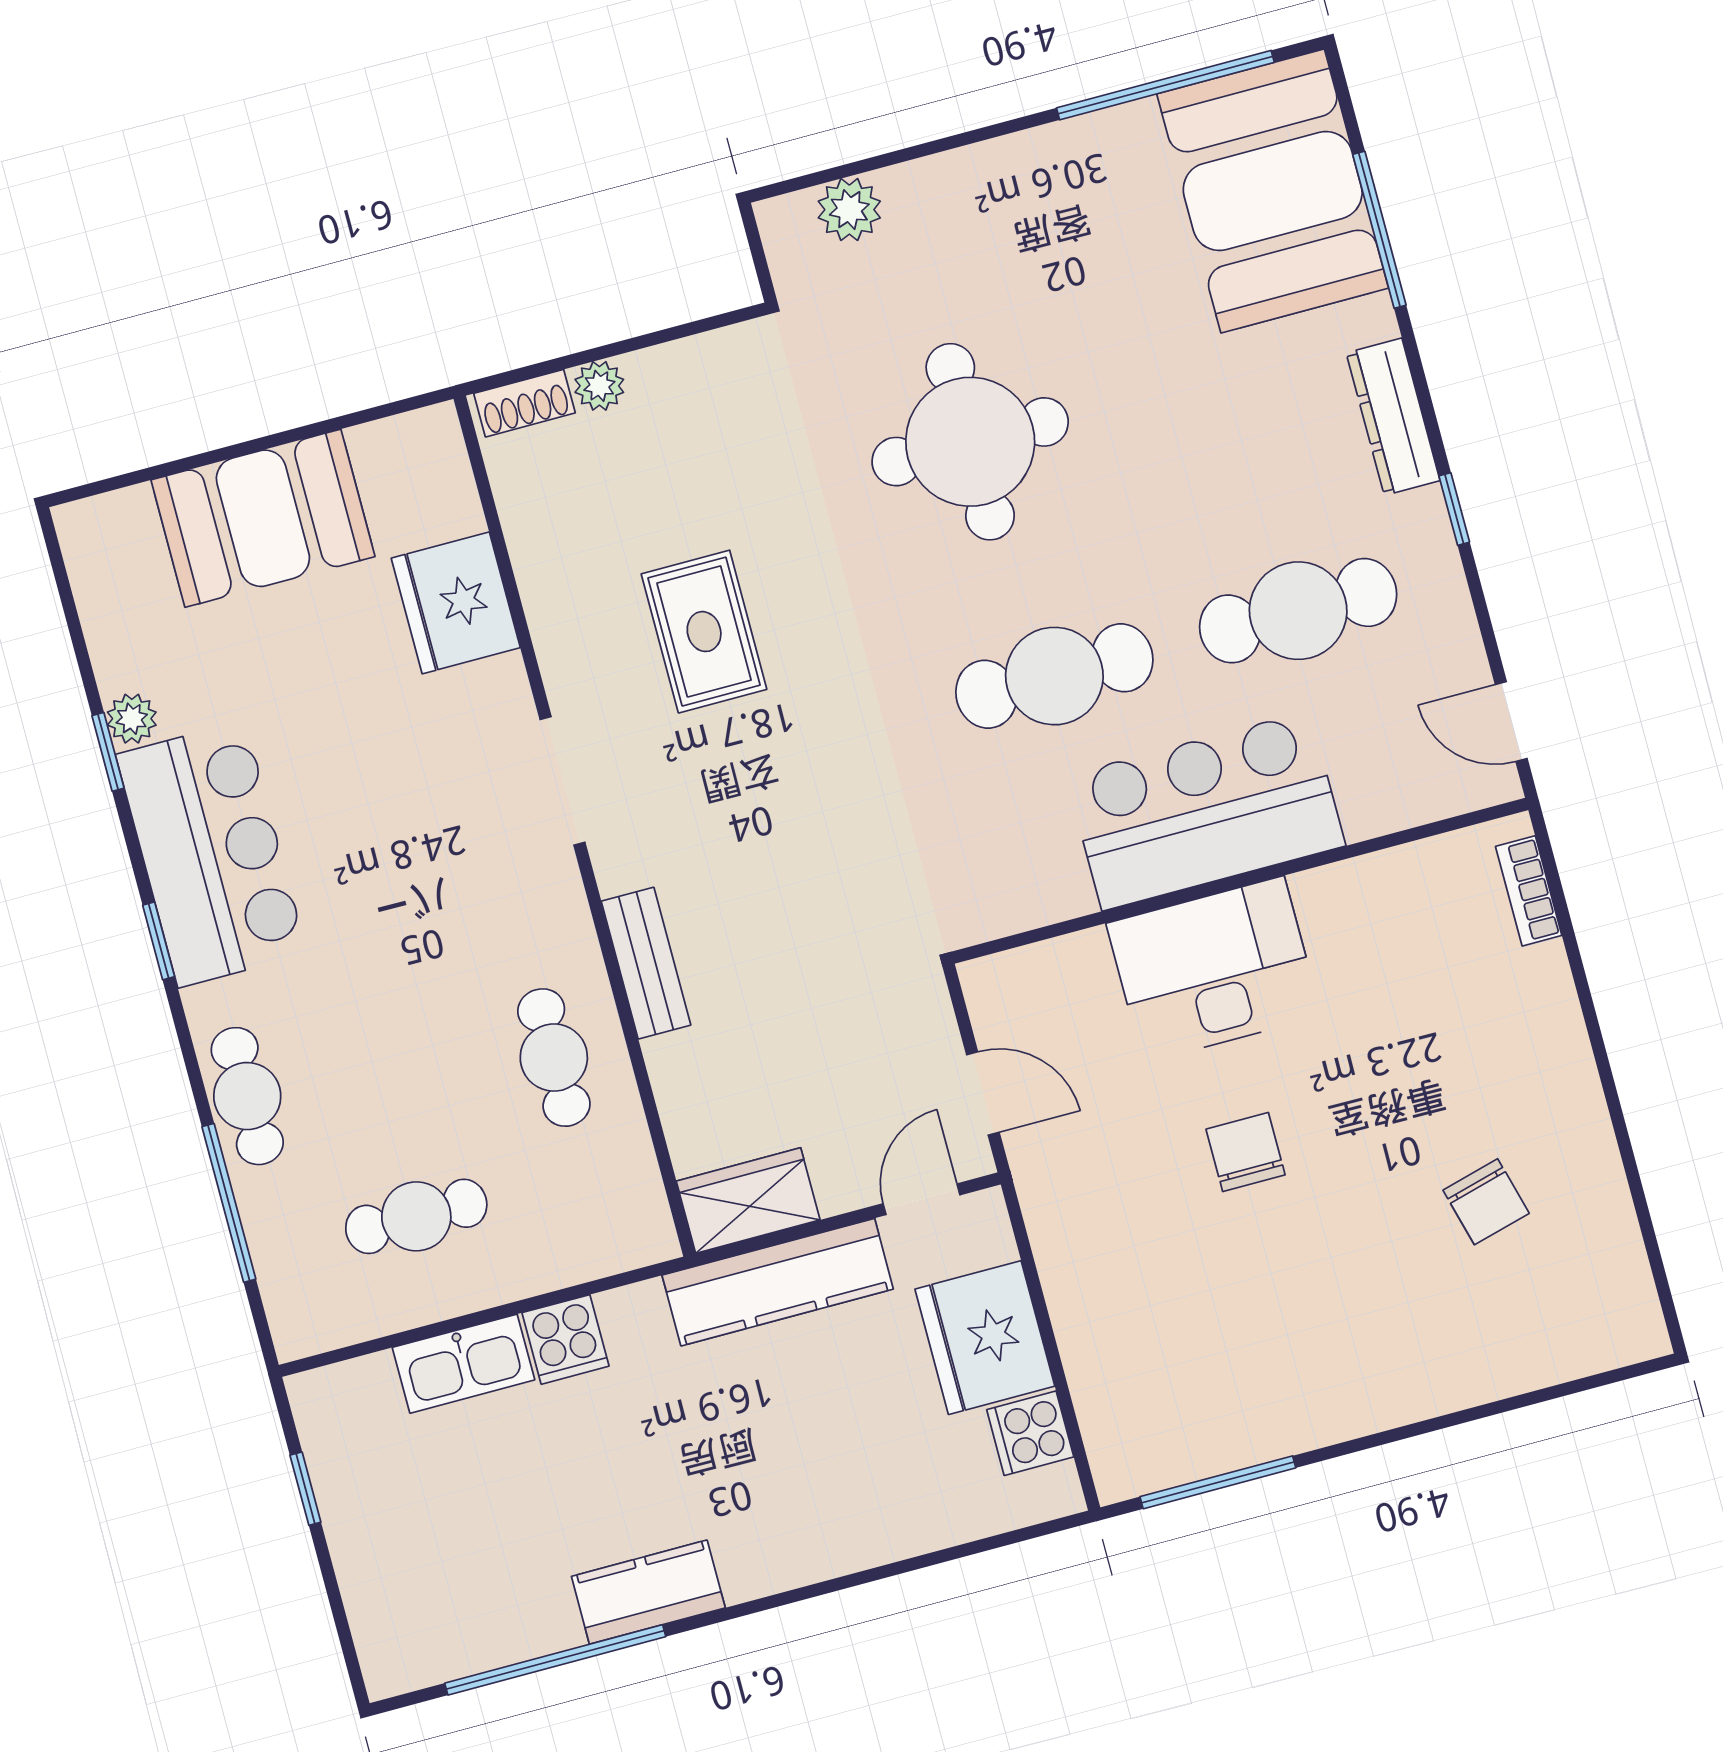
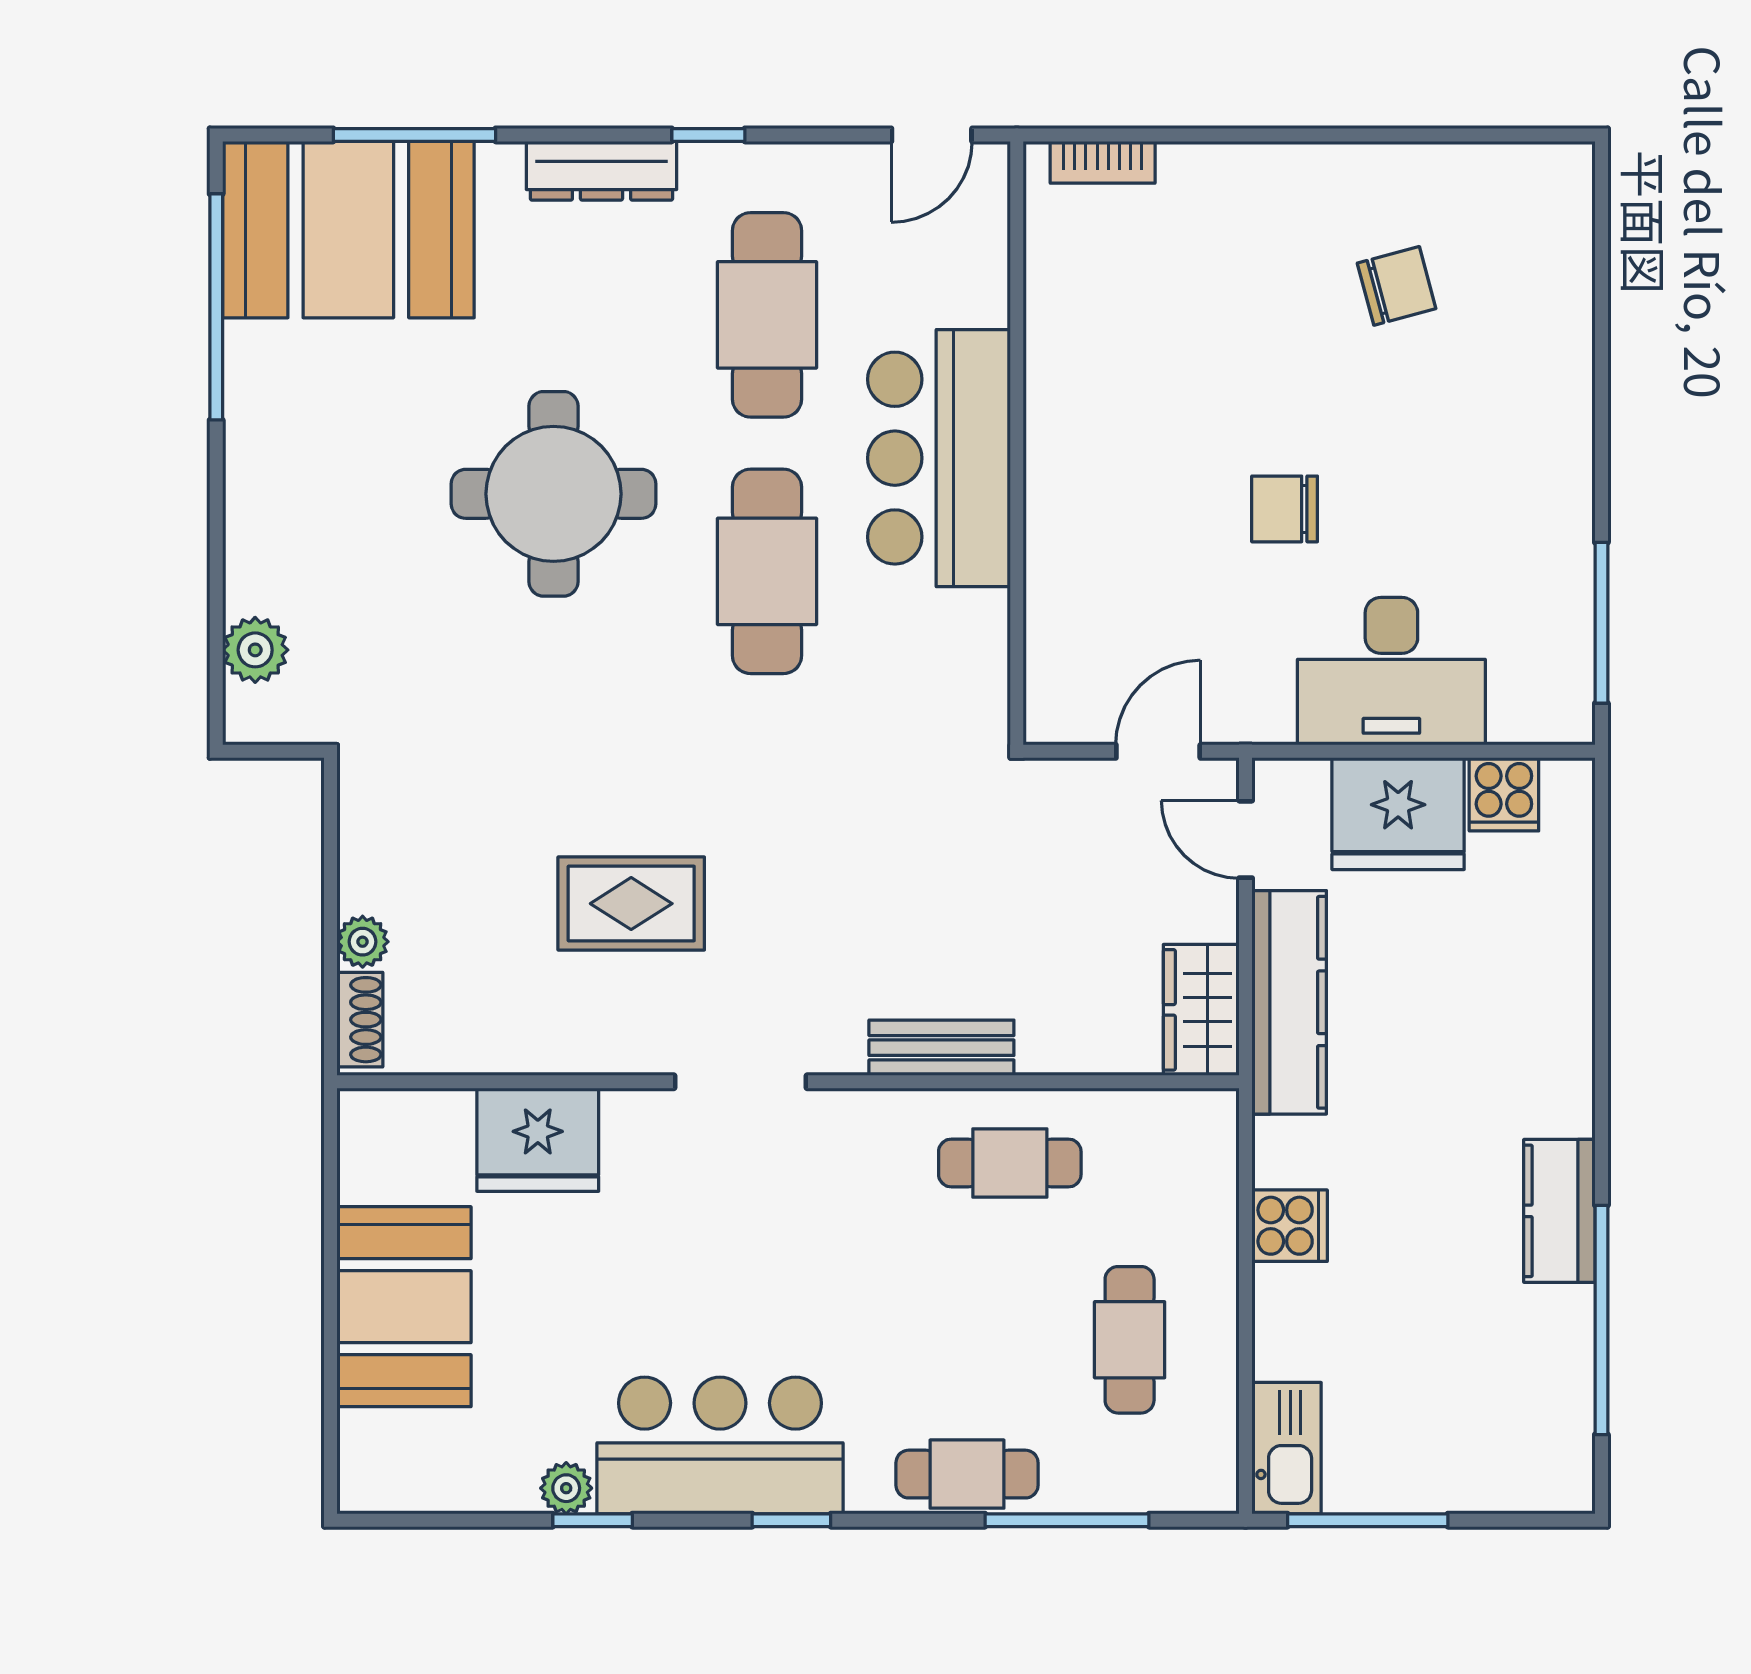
round table: (970, 442) -> (553, 494), moved
desk: (1214, 970) -> (1391, 671), moved, turned -90
kitchen sink: (463, 1364) -> (1287, 1448), moved
window: (305, 1489) -> (1368, 1520), width x2.17

